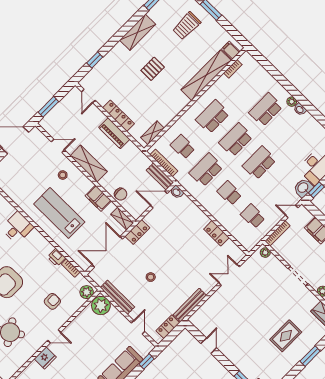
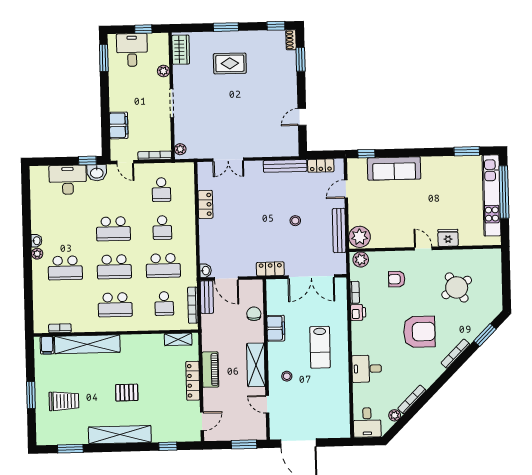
shelving: (138, 32) -> (120, 435), width x1.47
lab bench: (59, 213) -> (320, 347), width x0.73, depth x0.72
shelving: (122, 219) -> (272, 292), removed

